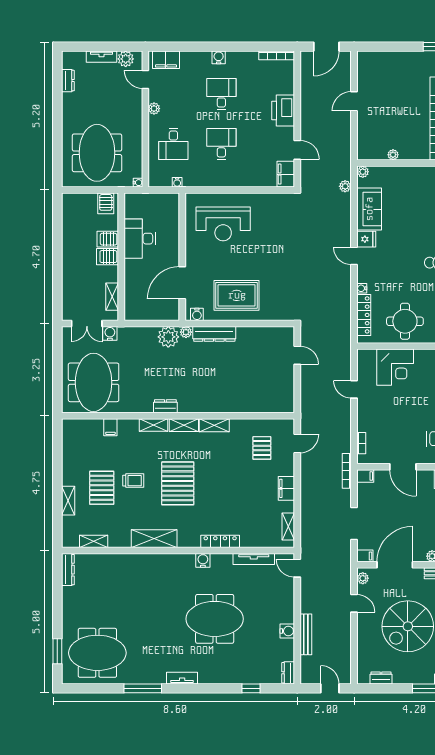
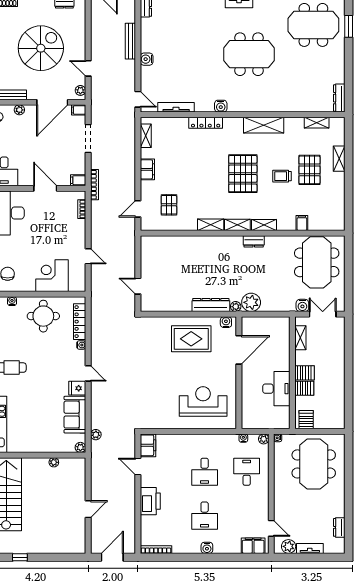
plant: (154, 109) -> (264, 439), moved
meeting table: (215, 619) -> (249, 54), moved
water cooler: (287, 631) -> (147, 59), moved

